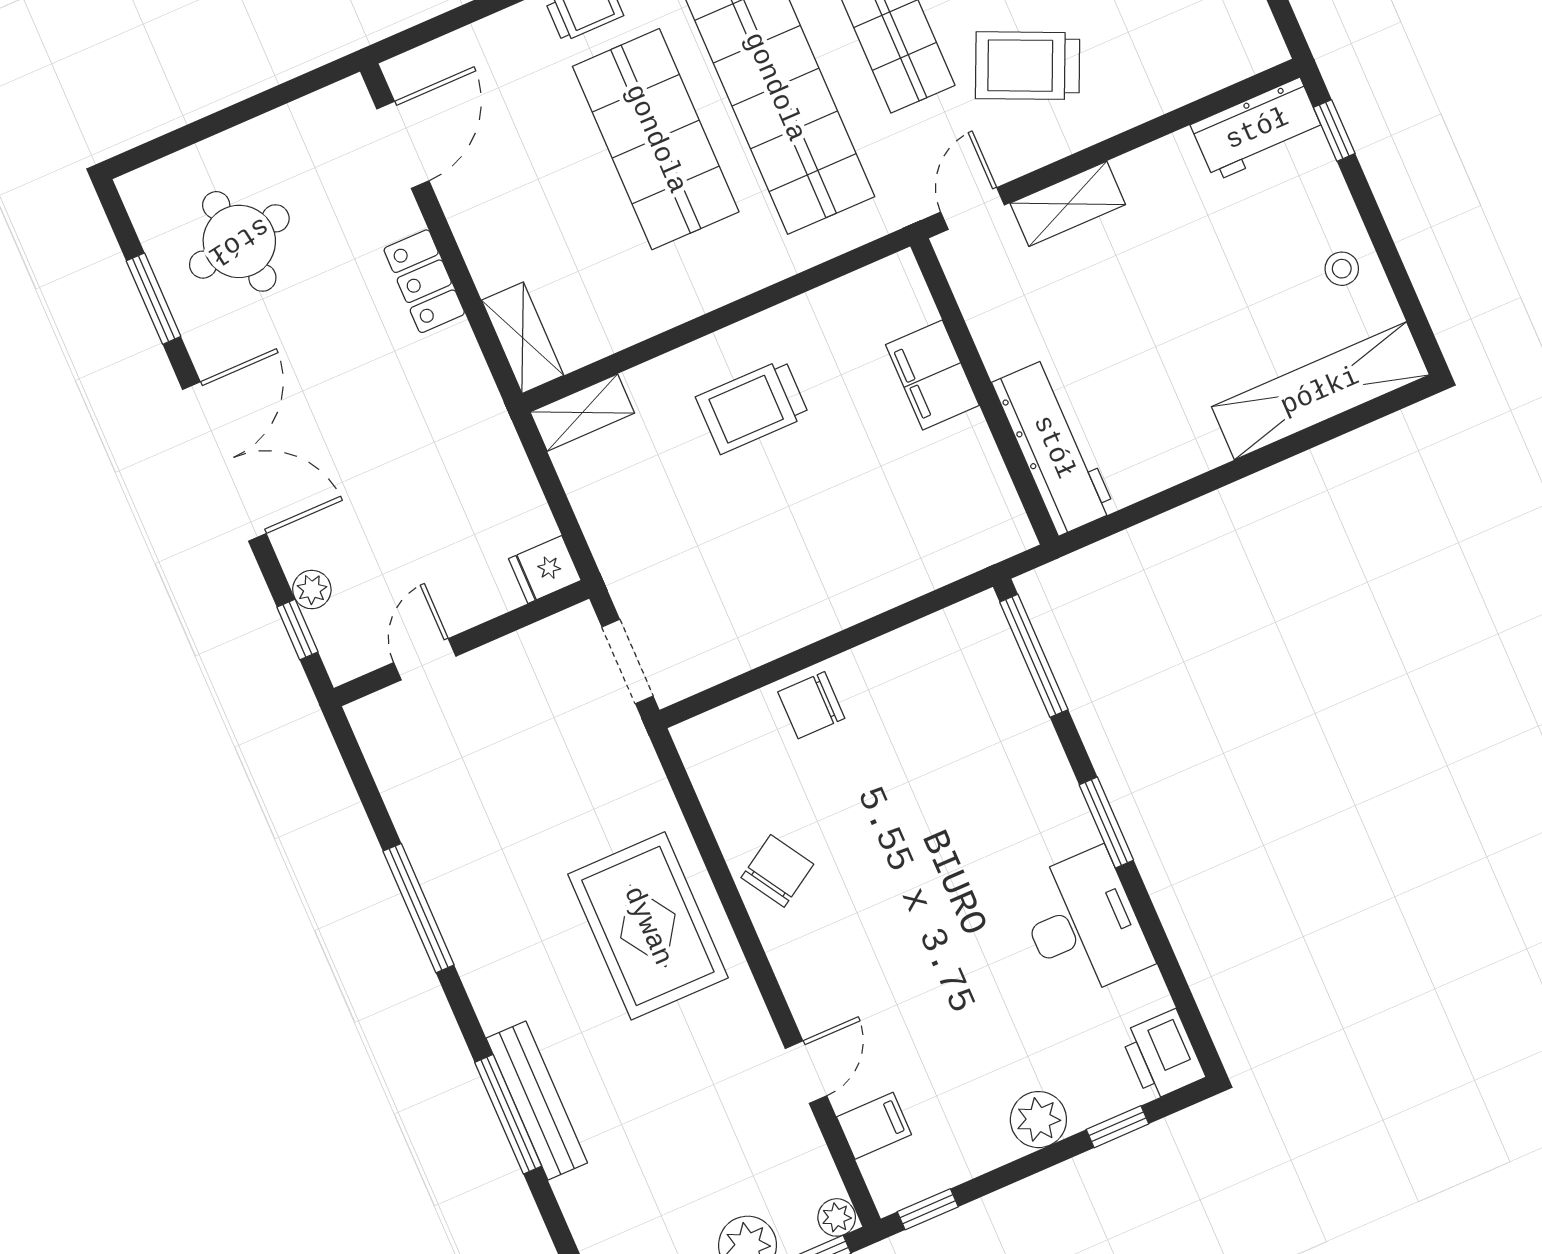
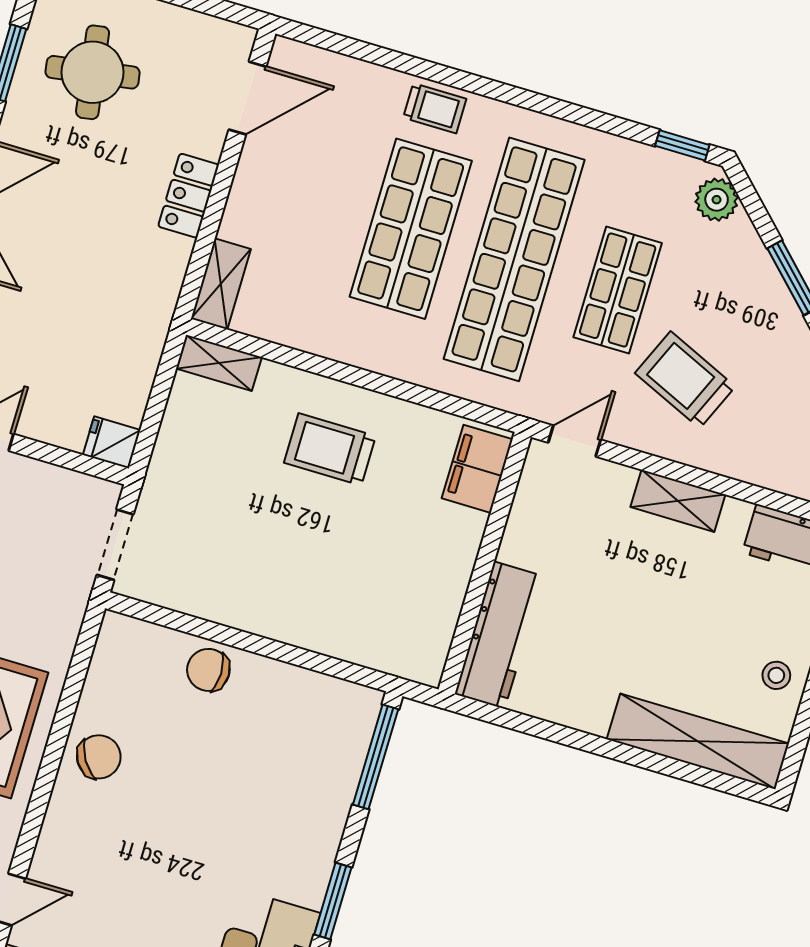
shelving: (1068, 204) -> (678, 501), moved
filing cabinet: (932, 375) -> (477, 469), moved

